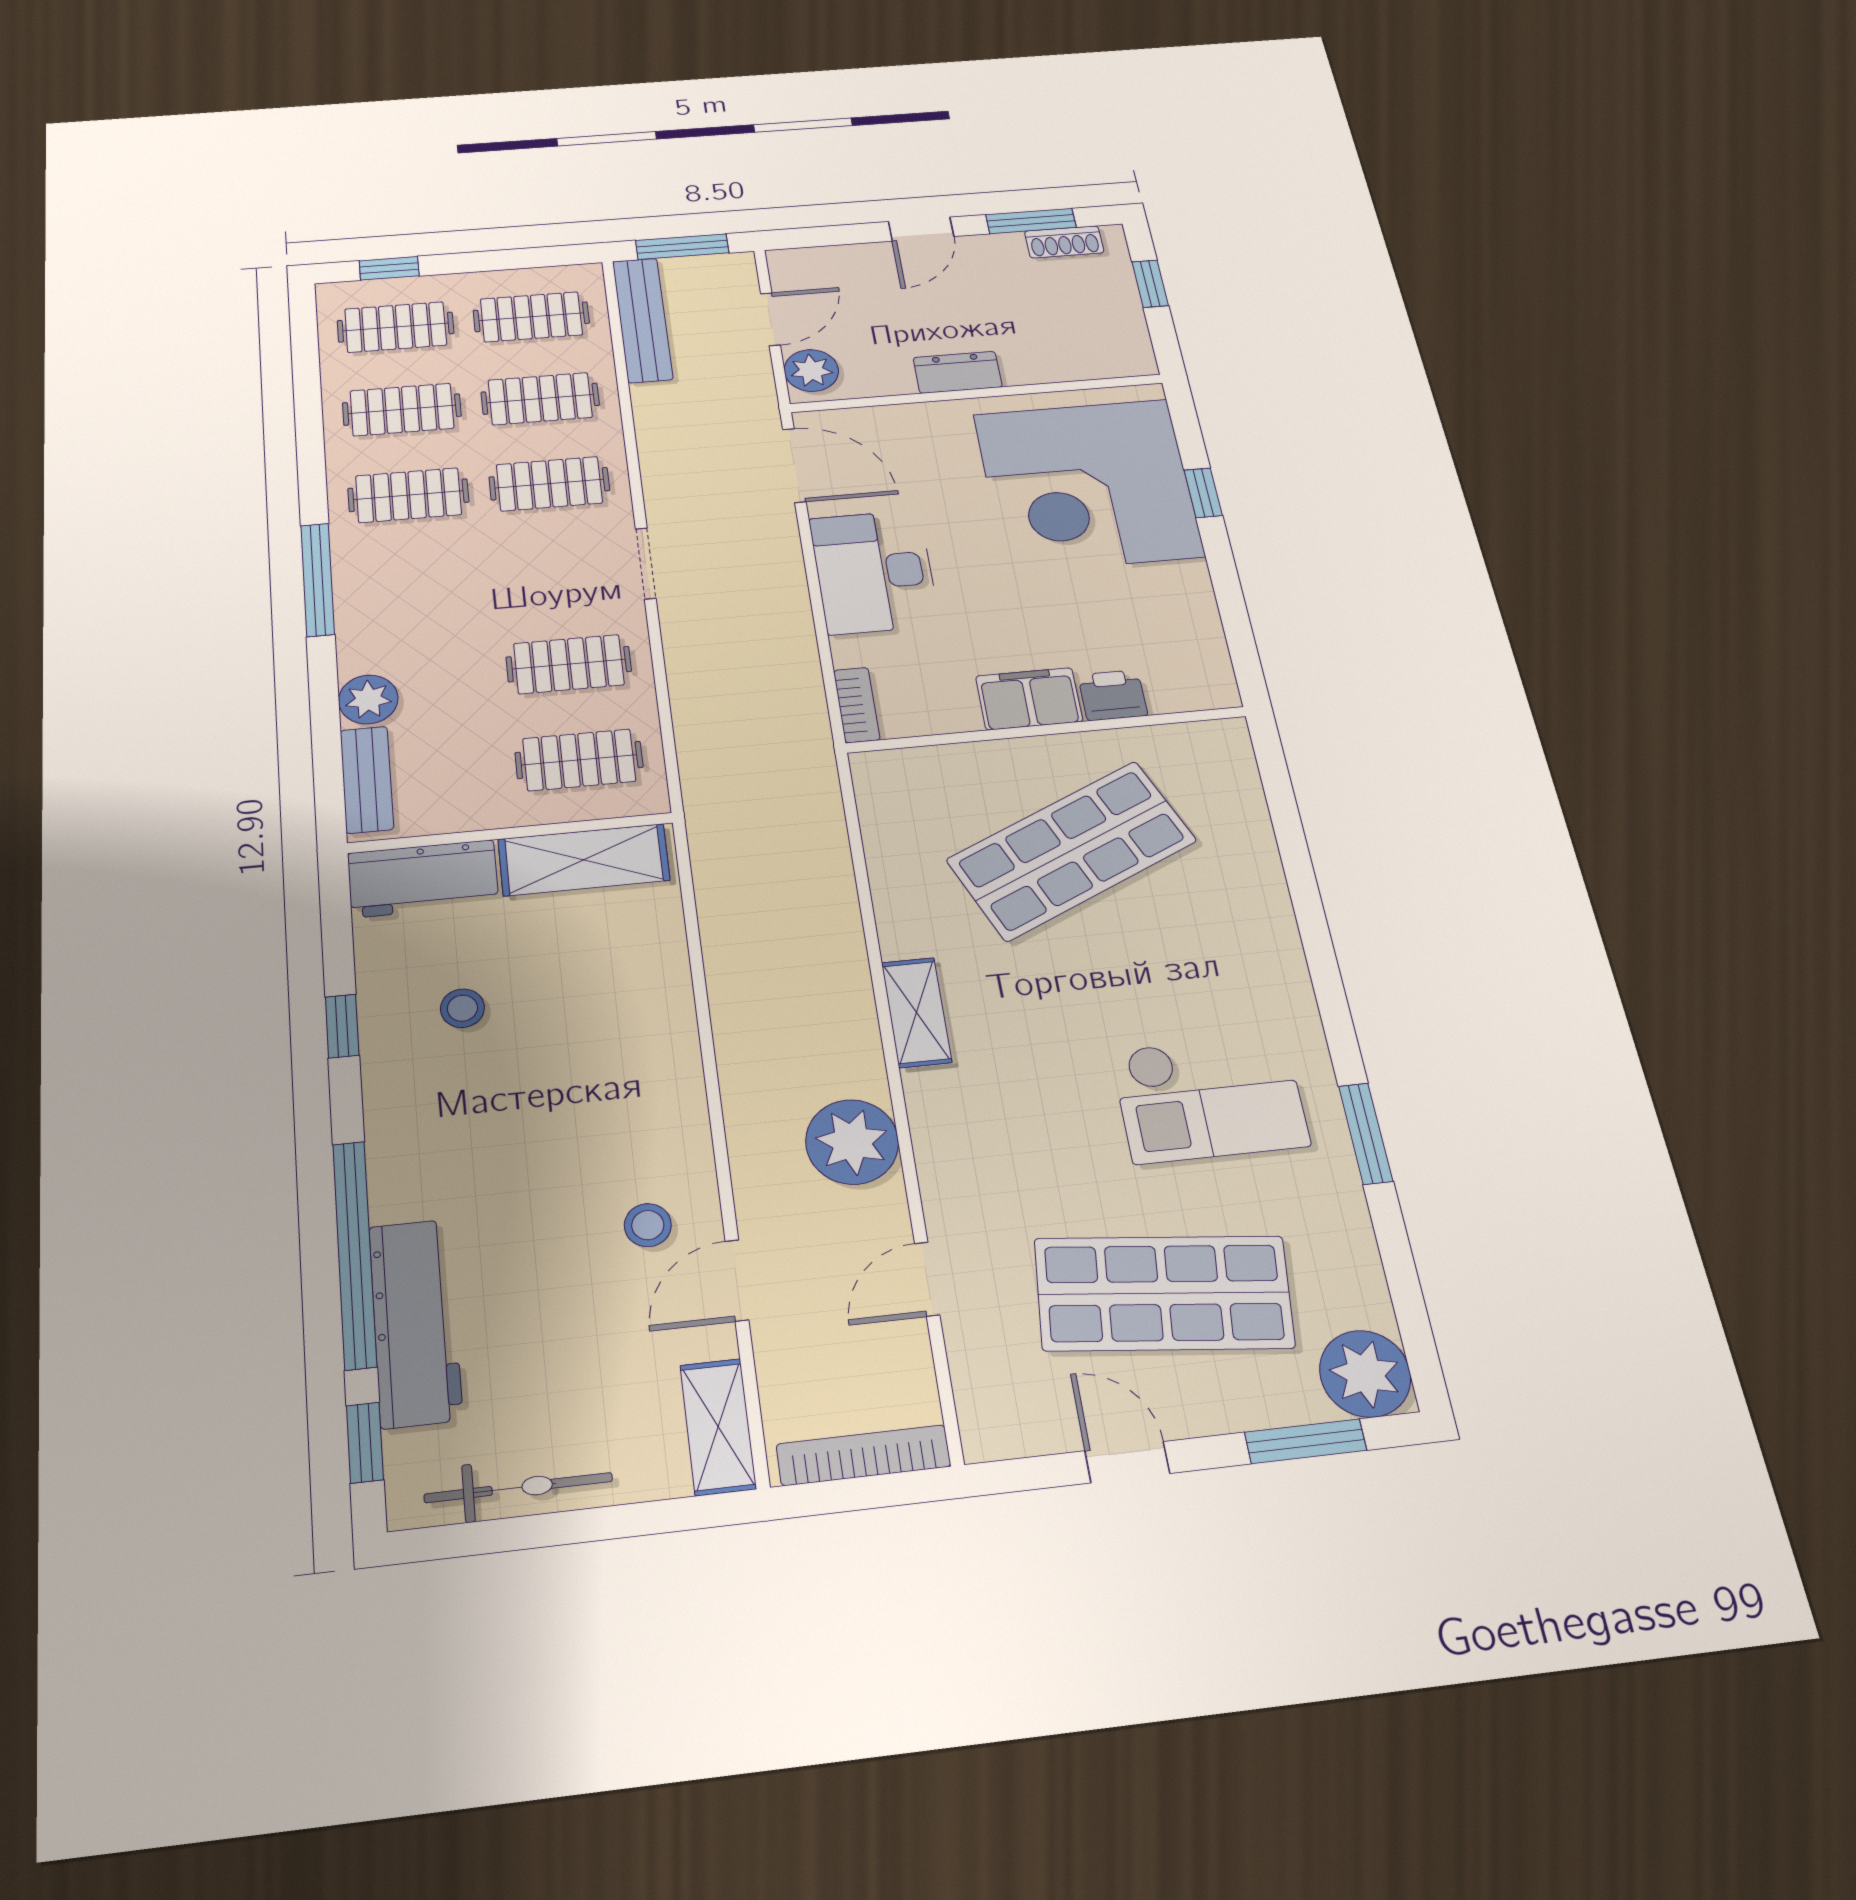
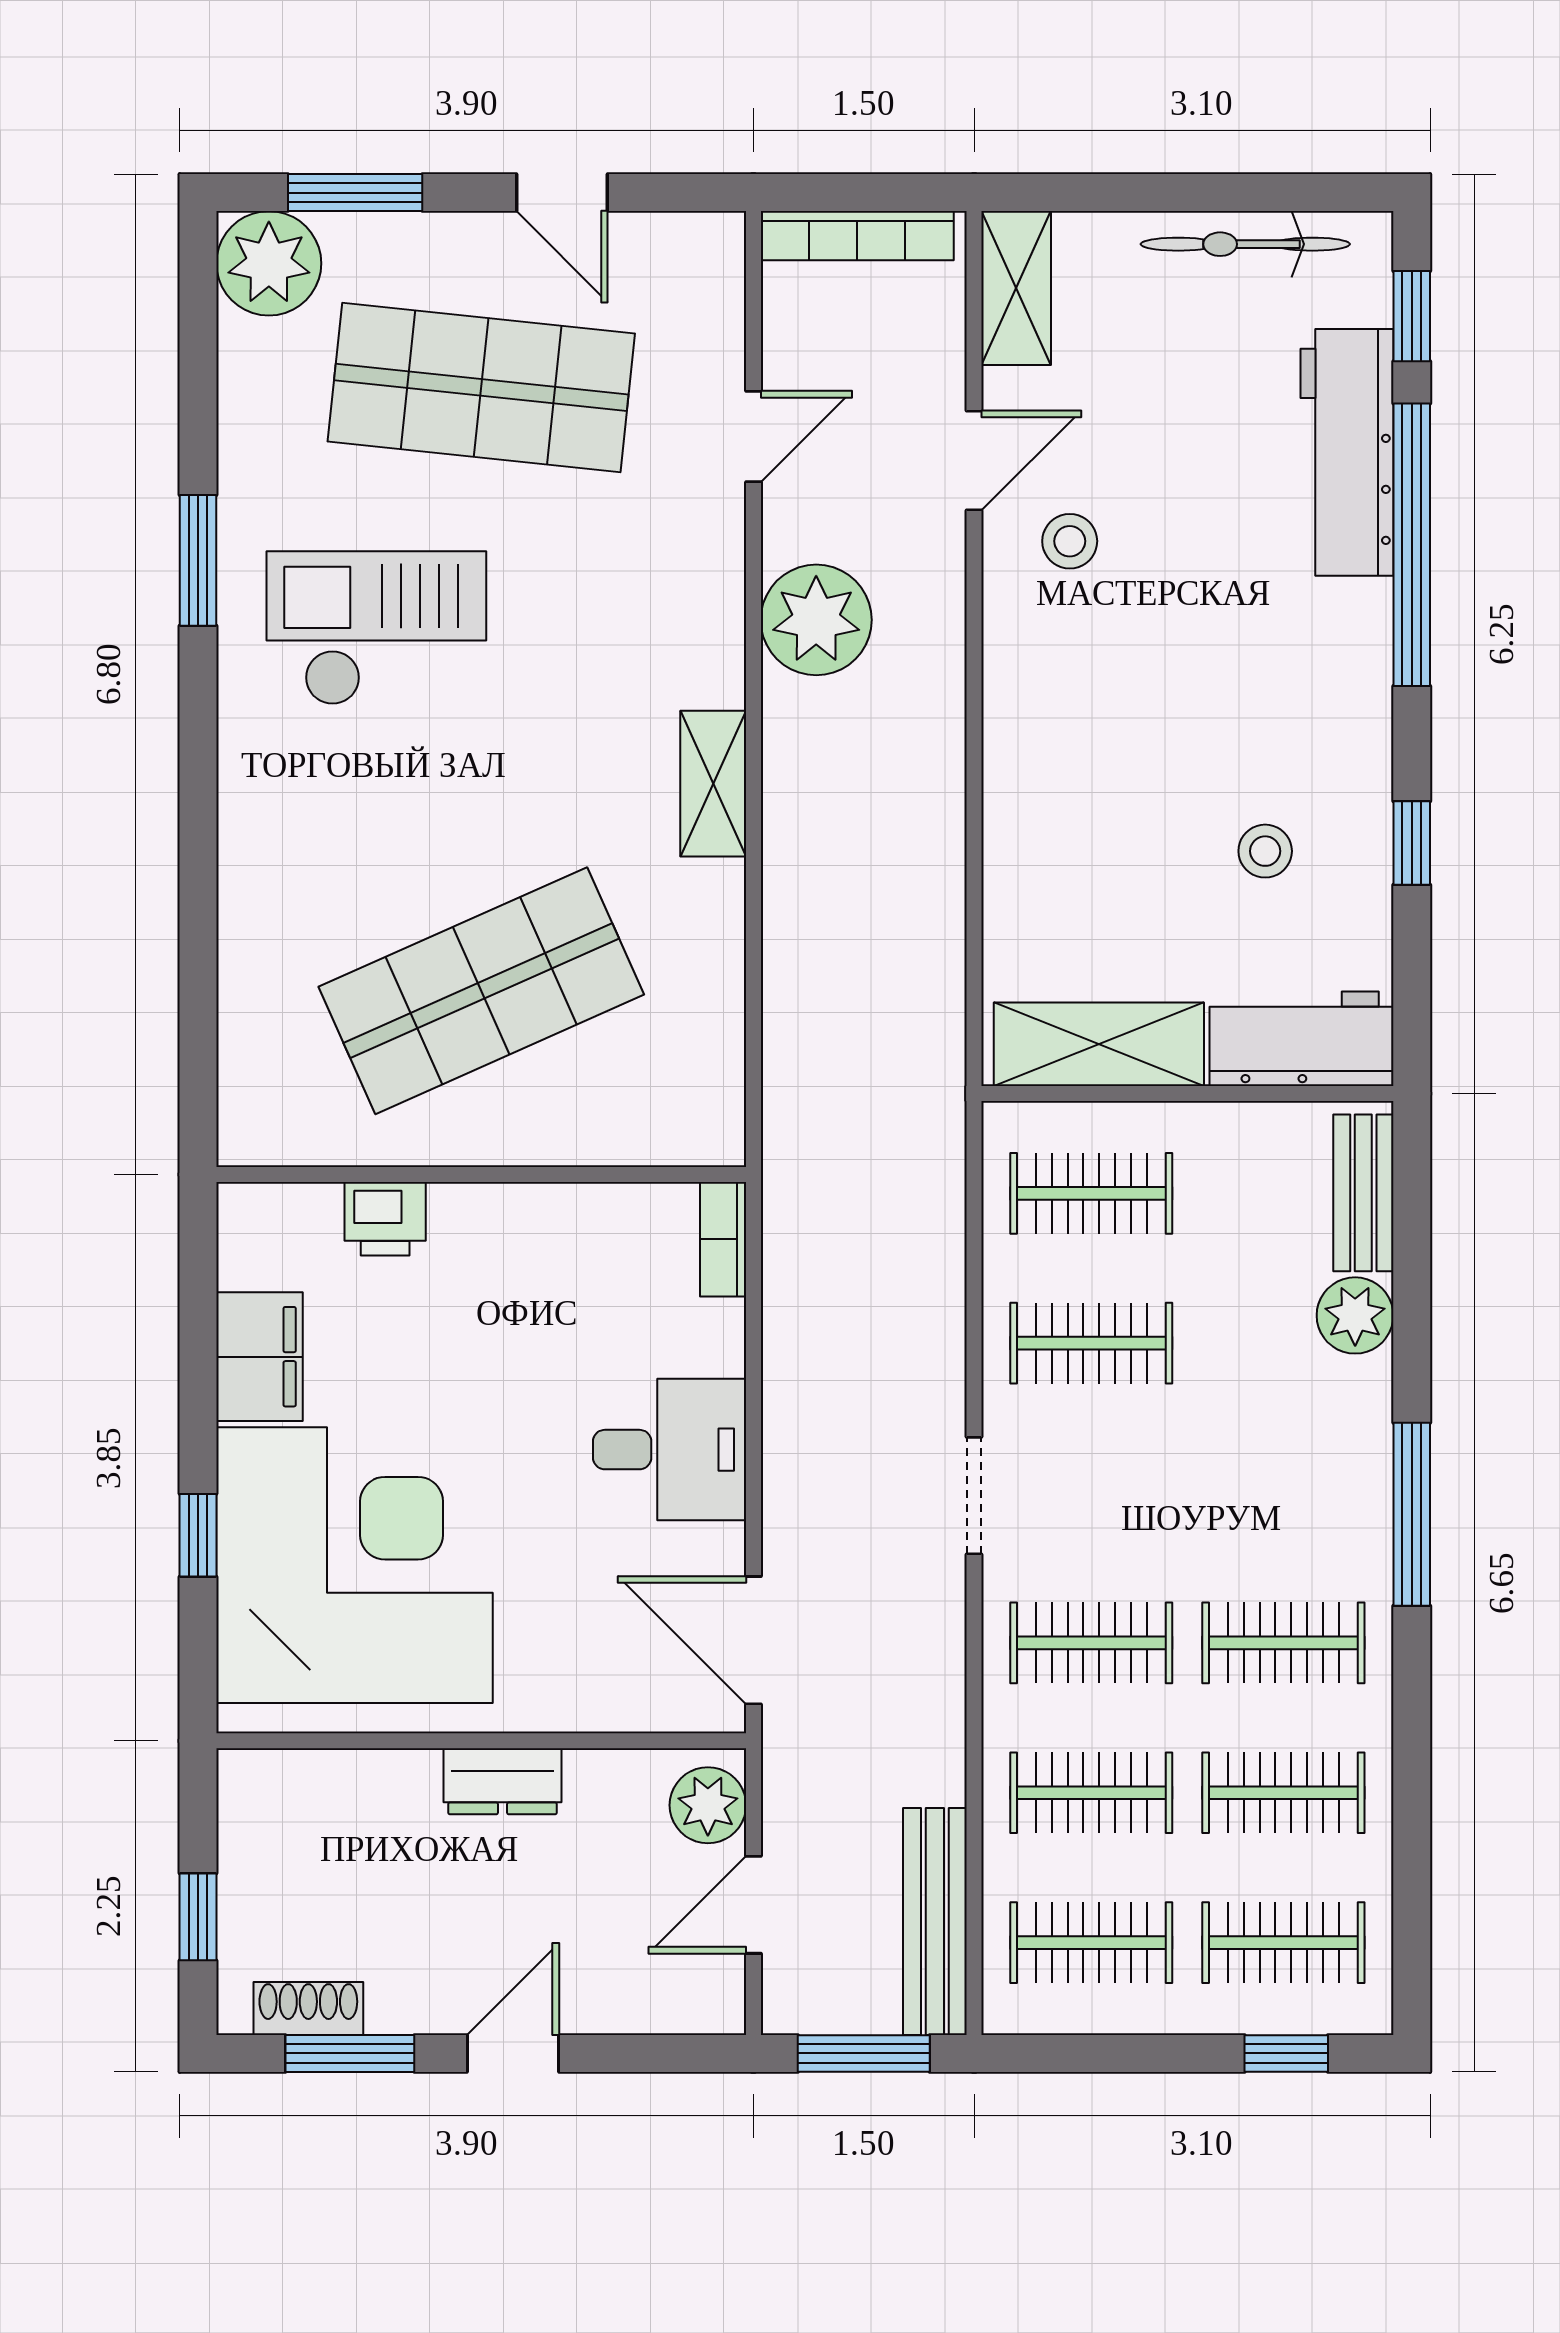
desk: (874, 572) -> (670, 1450), width x0.73
filing cabinet: (1029, 699) -> (260, 1357), moved, turned -90

